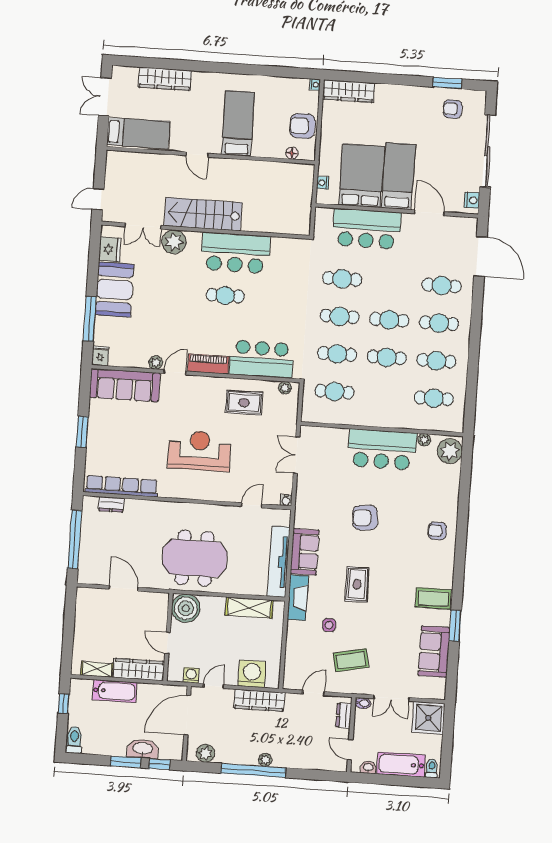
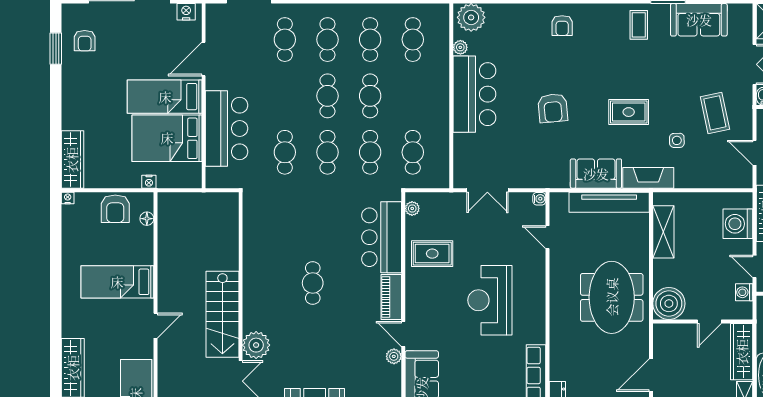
nightstand: (323, 183) -> (149, 182), moved
bar counter: (235, 253) -> (264, 275), removed
rug: (244, 403) -> (432, 254), turned 90
coffee table: (433, 598) -> (639, 25), width x0.73, depth x0.77

